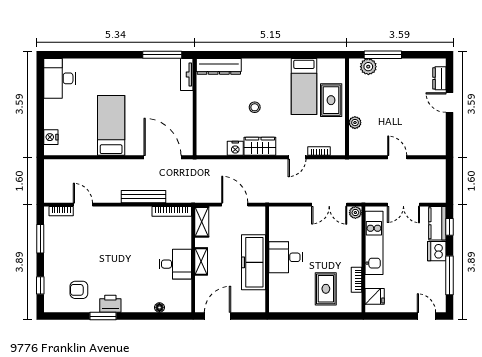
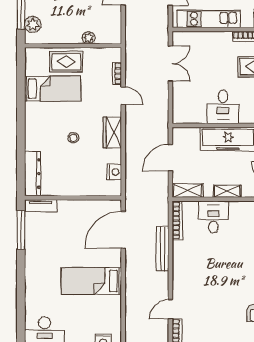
nightstand: (235, 148) -> (114, 172), moved
plant: (355, 213) -> (178, 37), removed
desk: (175, 264) -> (213, 217), moved

